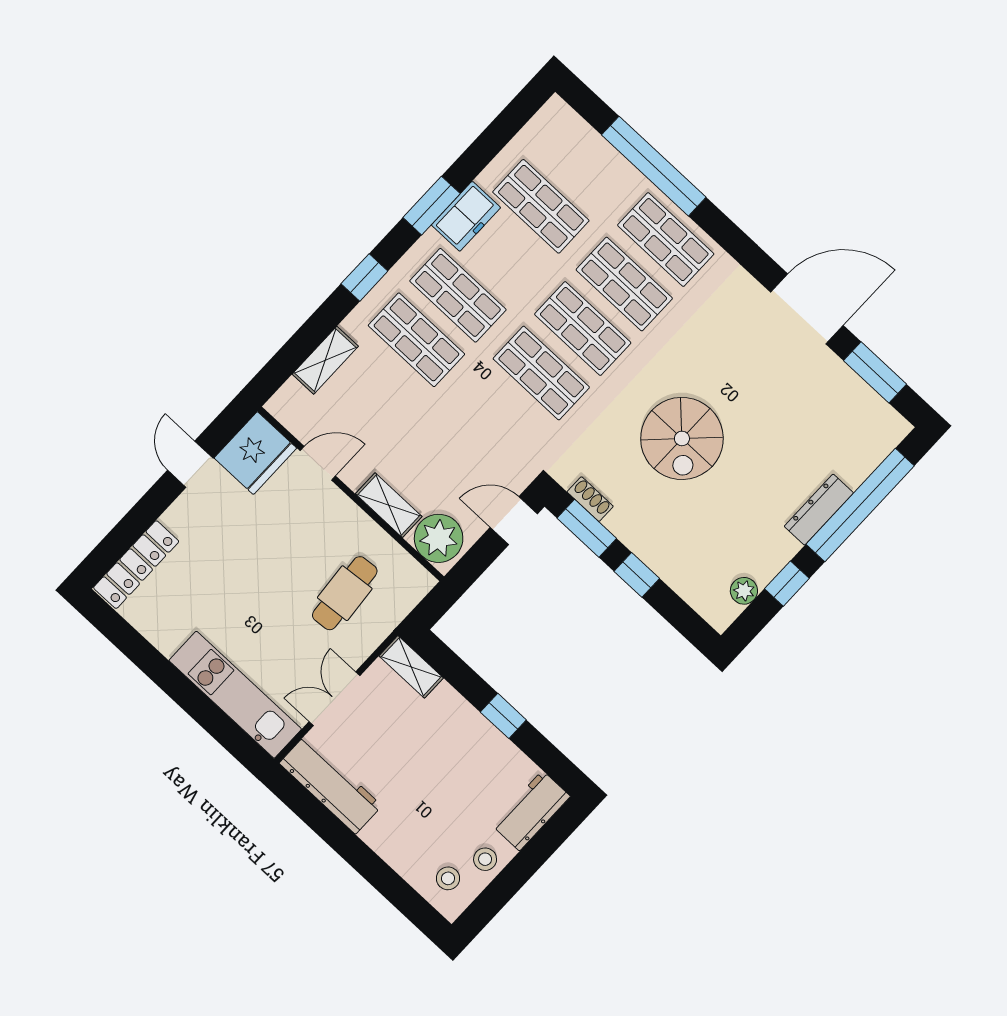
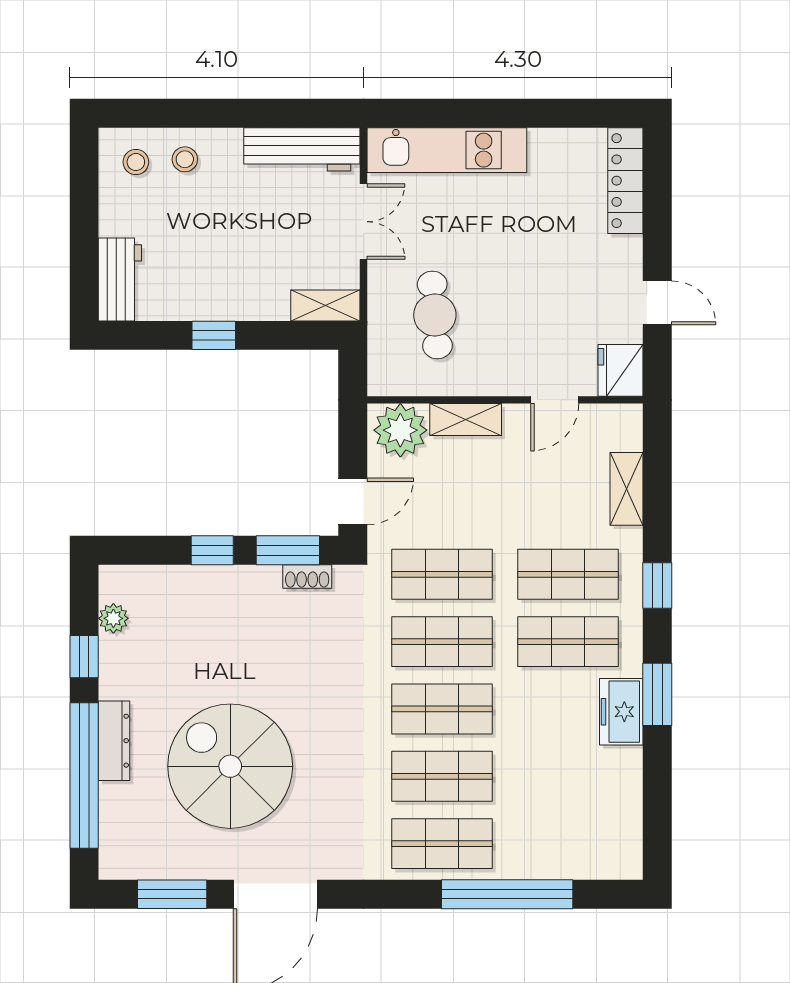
shop shelf: (541, 206) -> (442, 574), moved
spiral stairs: (682, 438) -> (230, 766), moved, width x1.37, depth x1.37
fridge: (255, 453) -> (621, 370), width x0.73, depth x0.75
stool: (485, 859) -> (185, 159), moved

